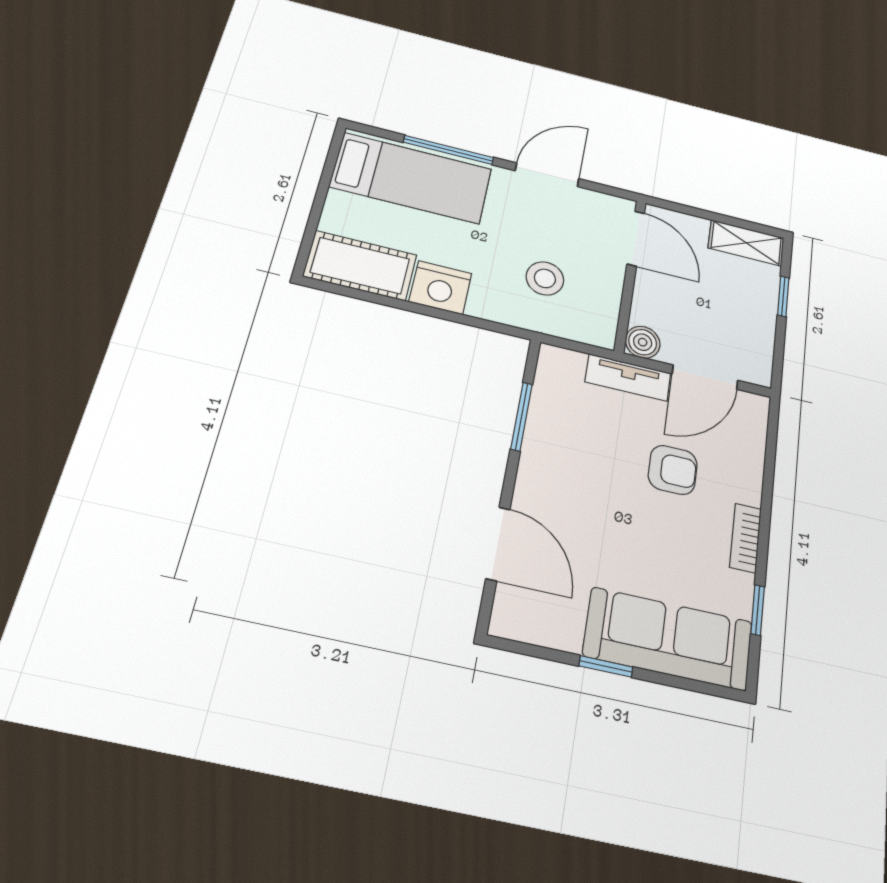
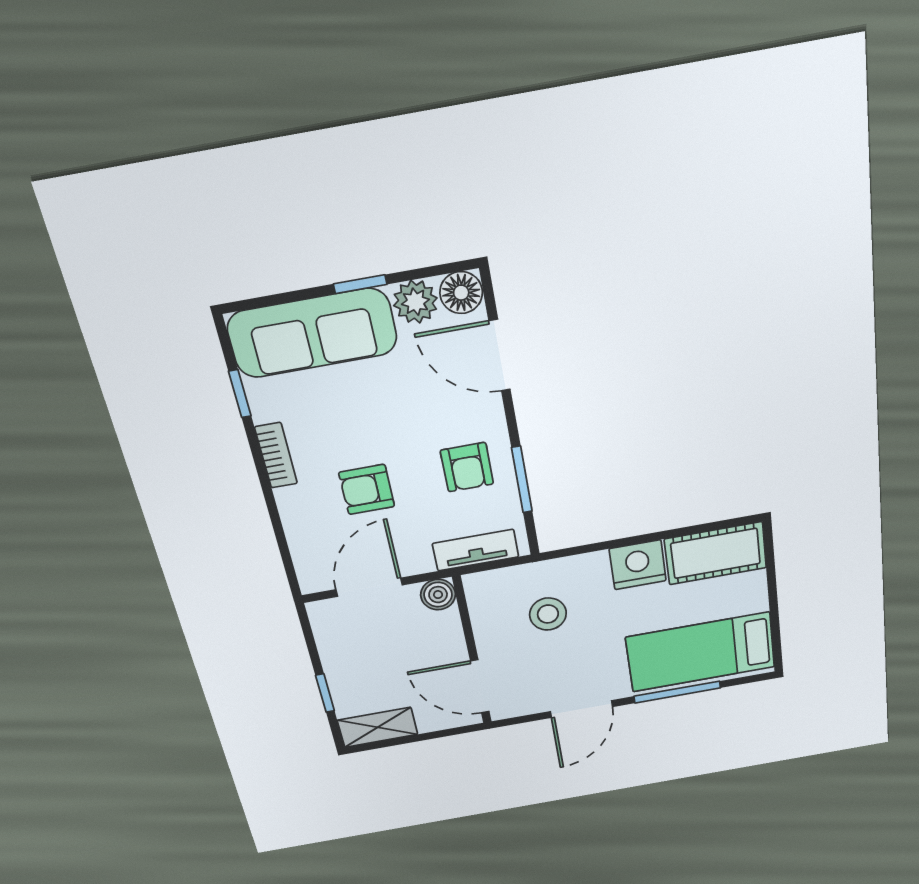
tv unit: (628, 377) -> (476, 550), moved
armchair: (570, 451) -> (467, 467), added
floor lamp: (512, 619) -> (461, 293), added
plant: (559, 628) -> (415, 302), added

